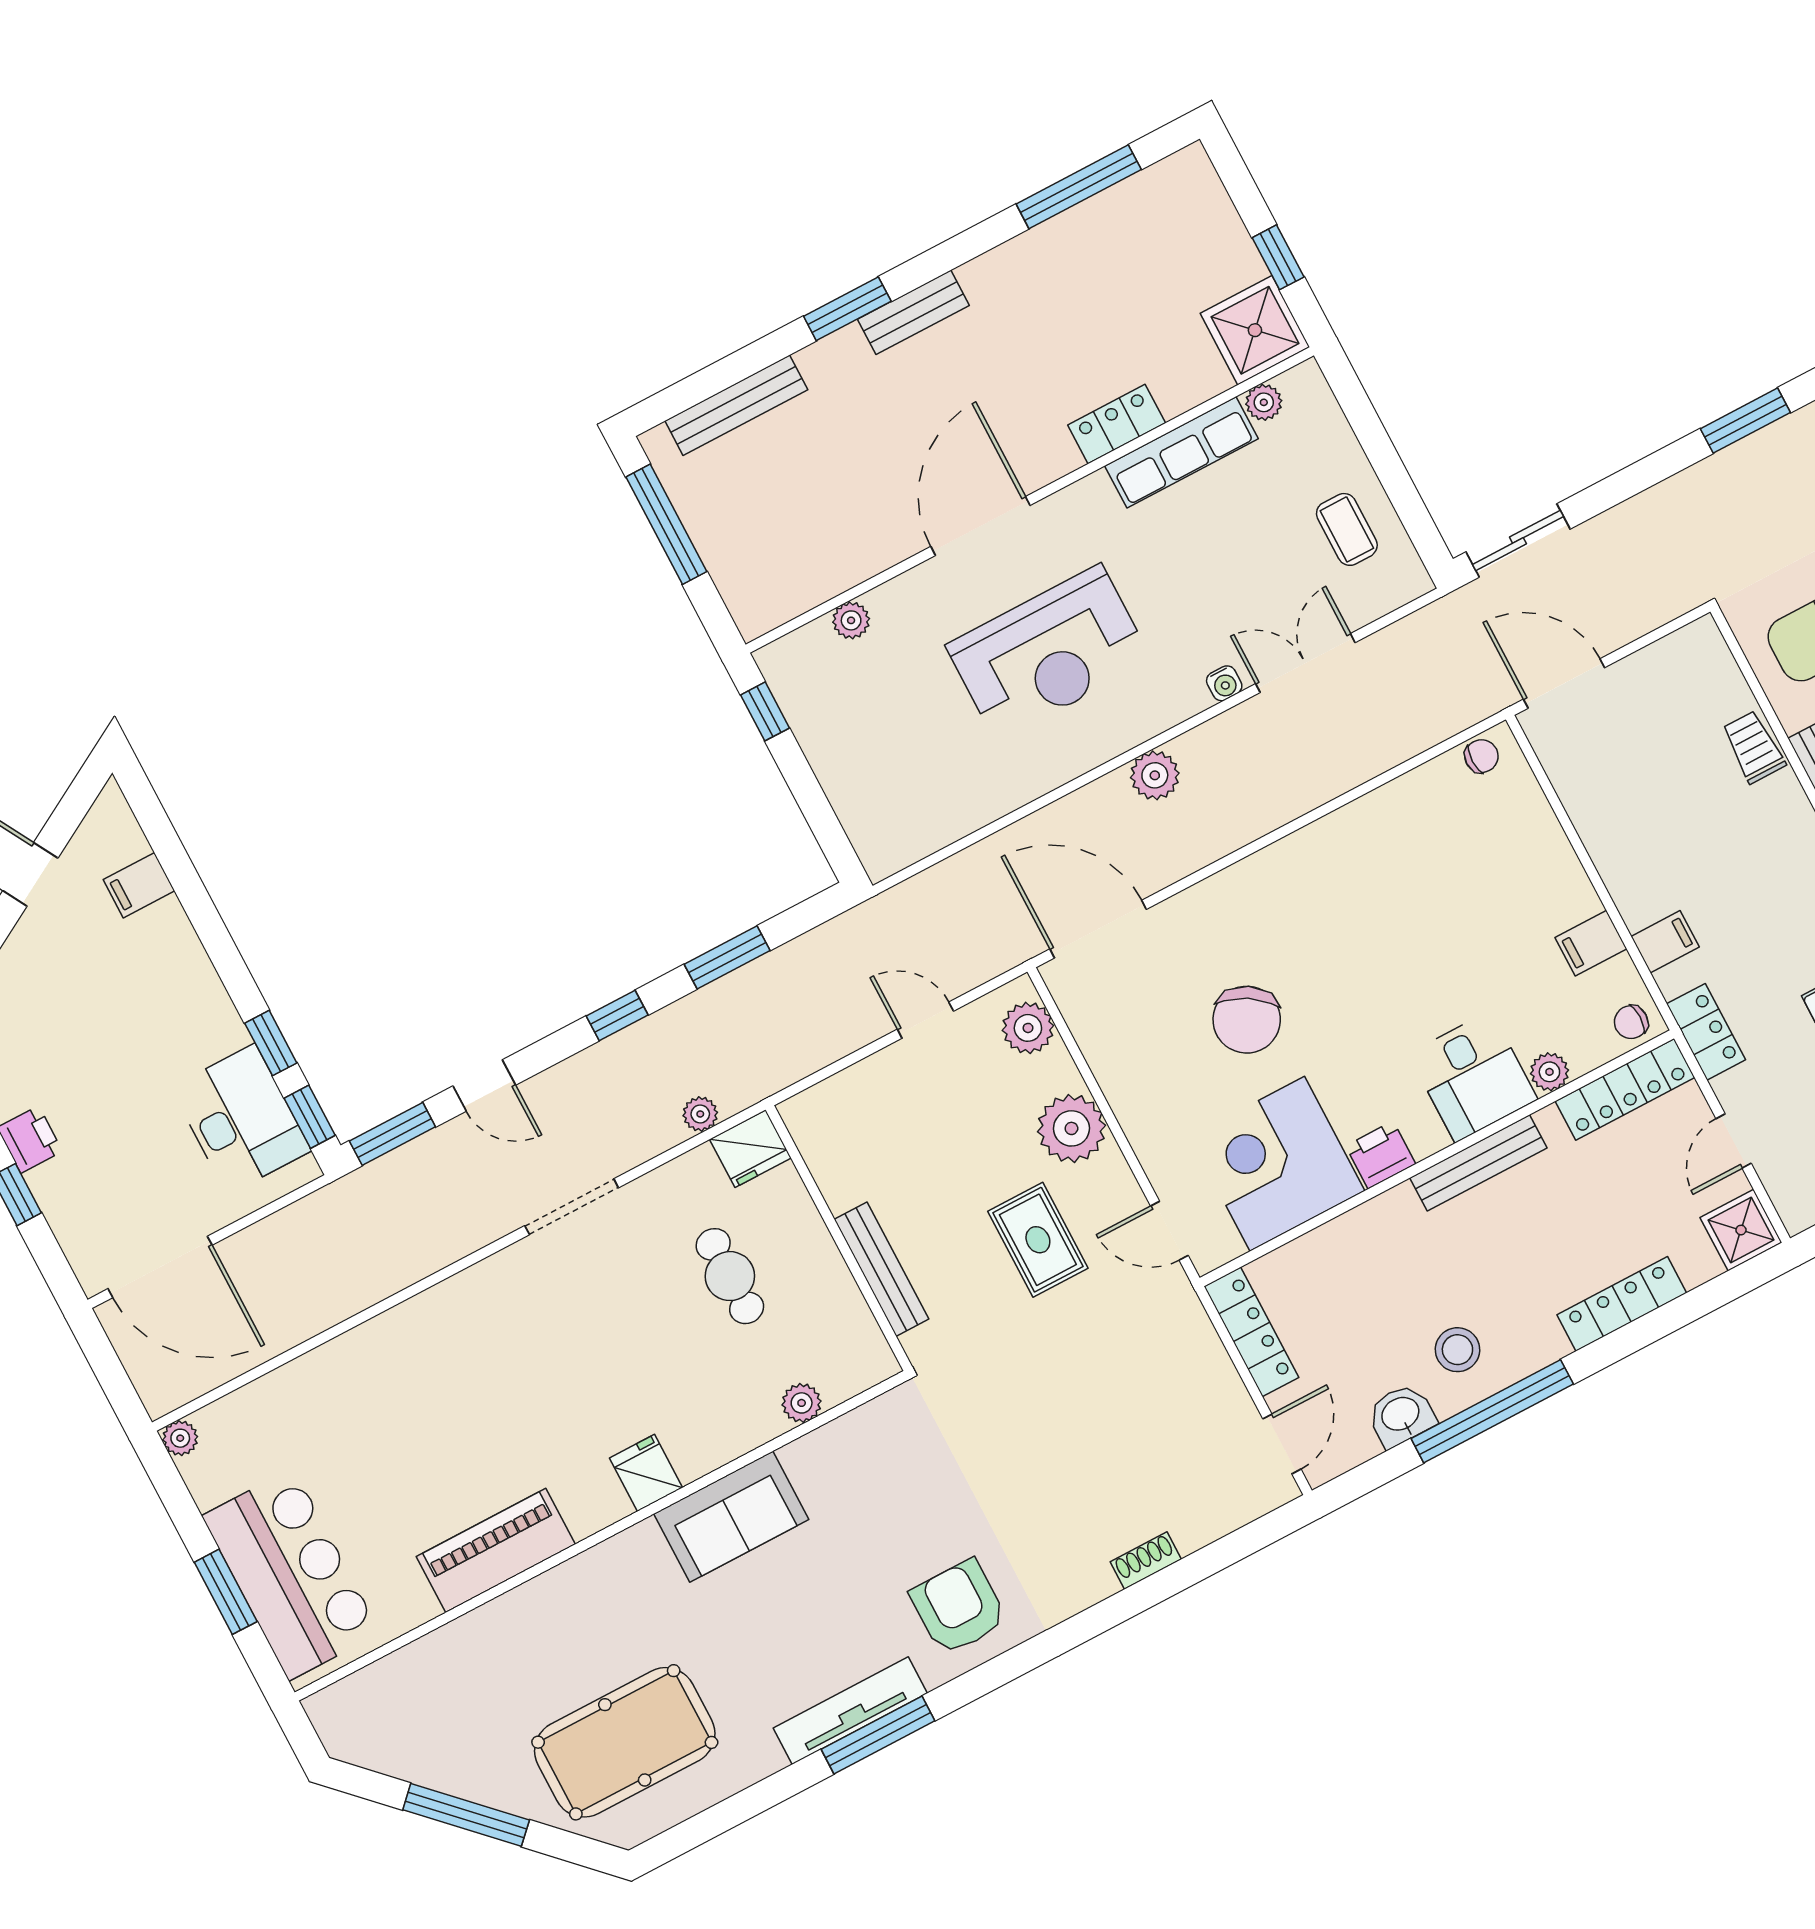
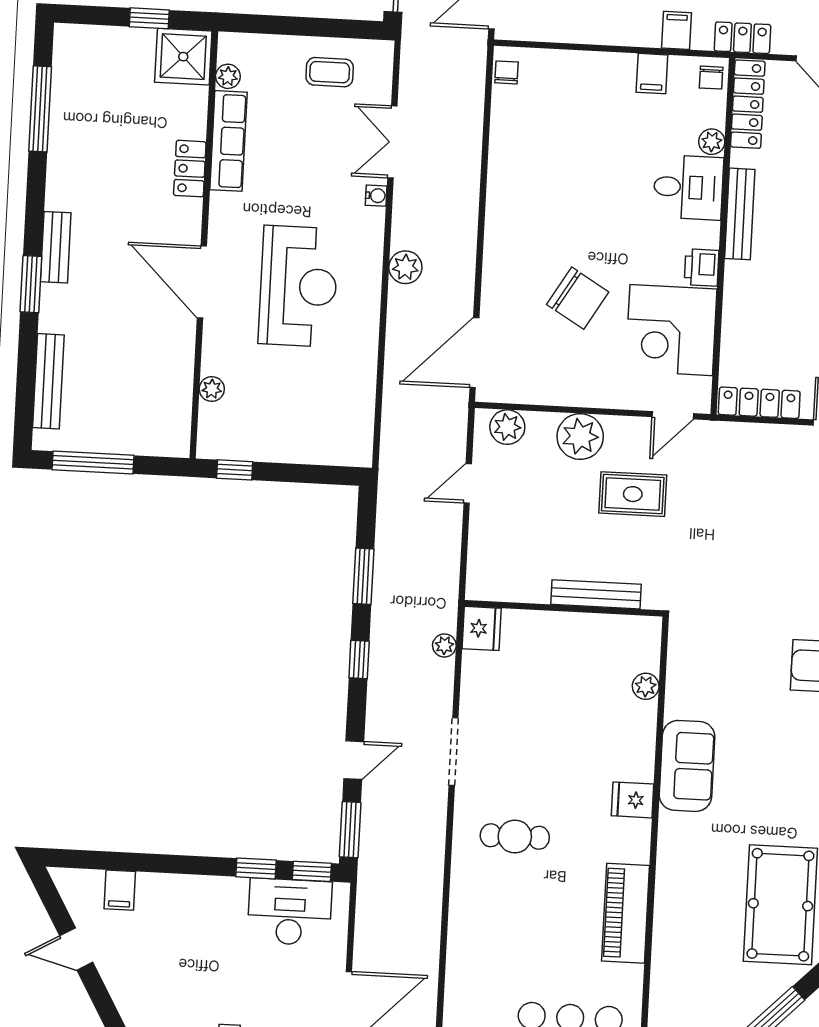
cafe table: (730, 1276) -> (515, 836), moved

